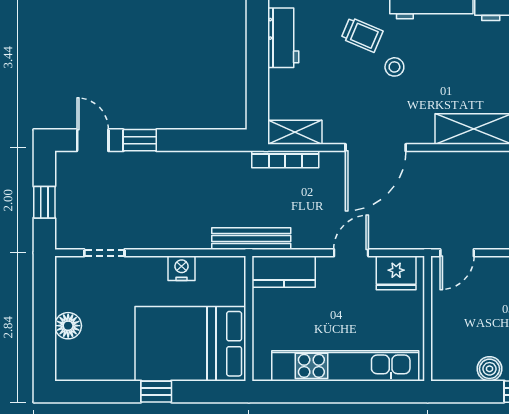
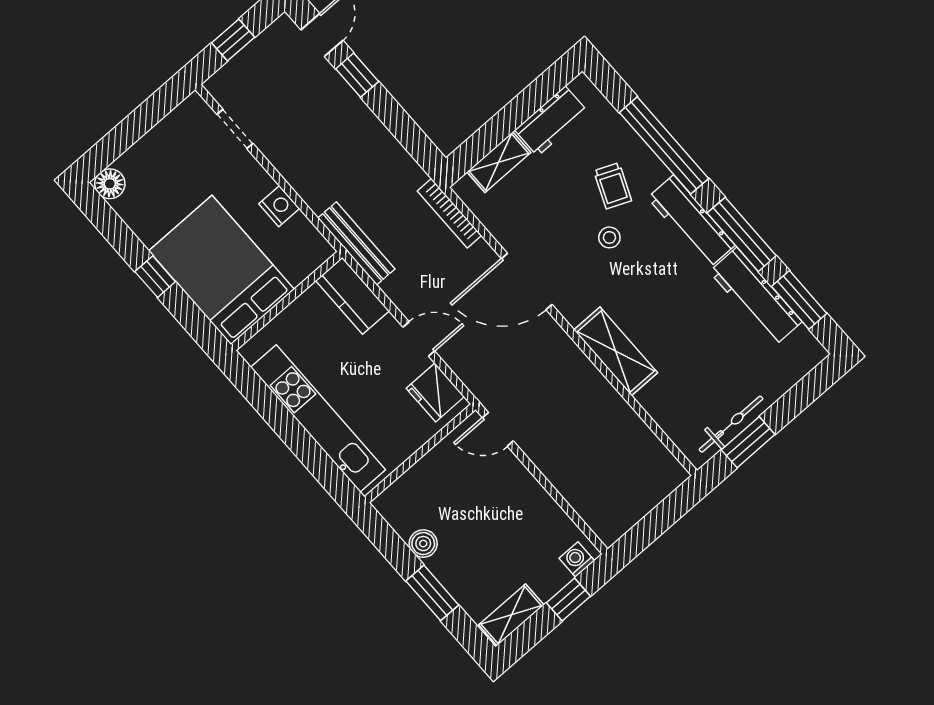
shelving: (295, 132) -> (499, 162), moved, turned 90
floor lamp: (68, 326) -> (110, 184), moved

